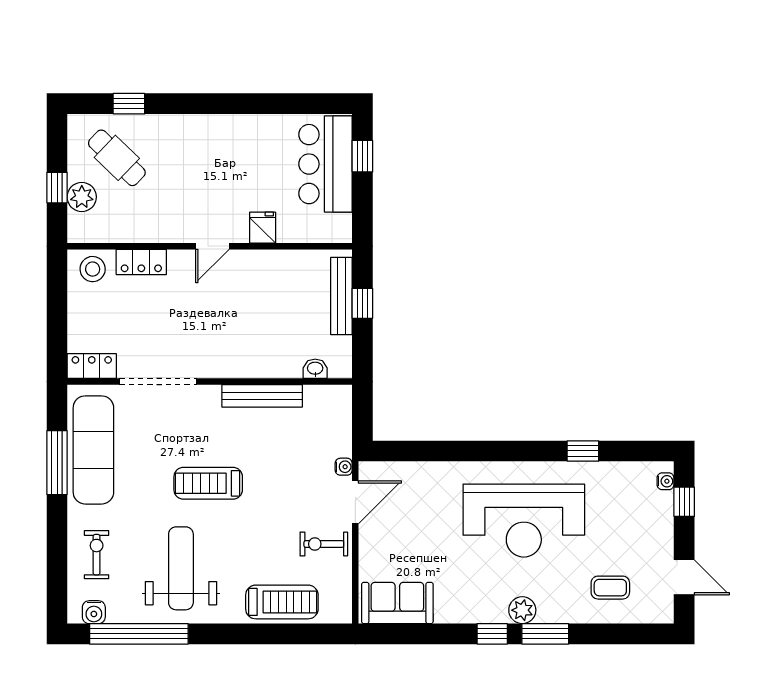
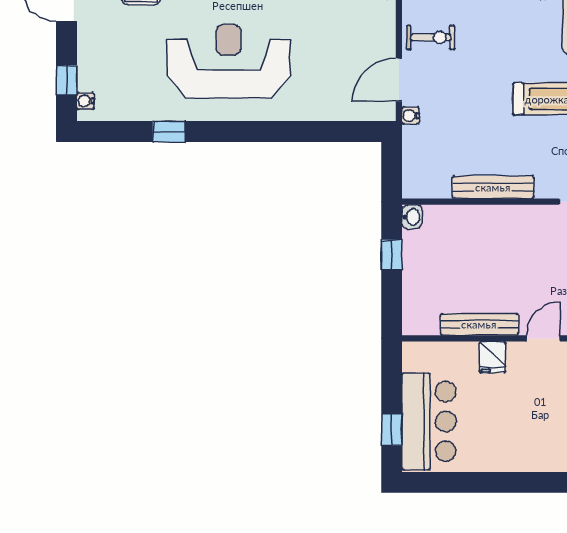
bench: (341, 296) -> (479, 324), moved, turned 90
window: (362, 303) -> (392, 255), moved
washbasin: (315, 369) -> (412, 217), moved, turned -90

